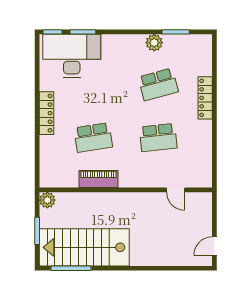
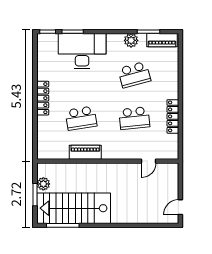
piano: (192, 42) -> (162, 40), added
desk: (72, 56) -> (82, 51), moved
locker: (205, 98) -> (173, 116), moved
door: (176, 190) -> (149, 161), hinge flipped
plant: (47, 200) -> (43, 184), moved

